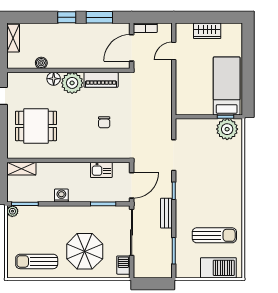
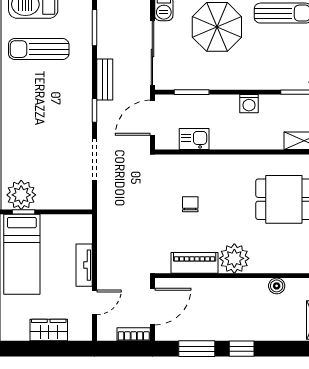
tv unit: (181, 78) -> (84, 265), added
floor lamp: (54, 79) -> (260, 264), removed

